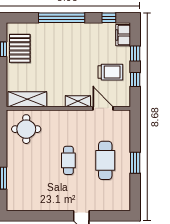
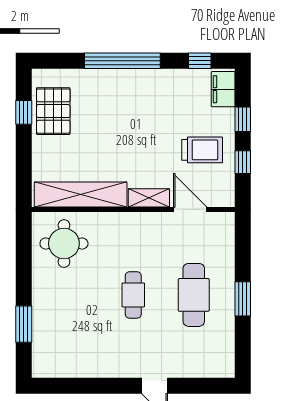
shelving: (27, 99) -> (81, 195), width x1.47

